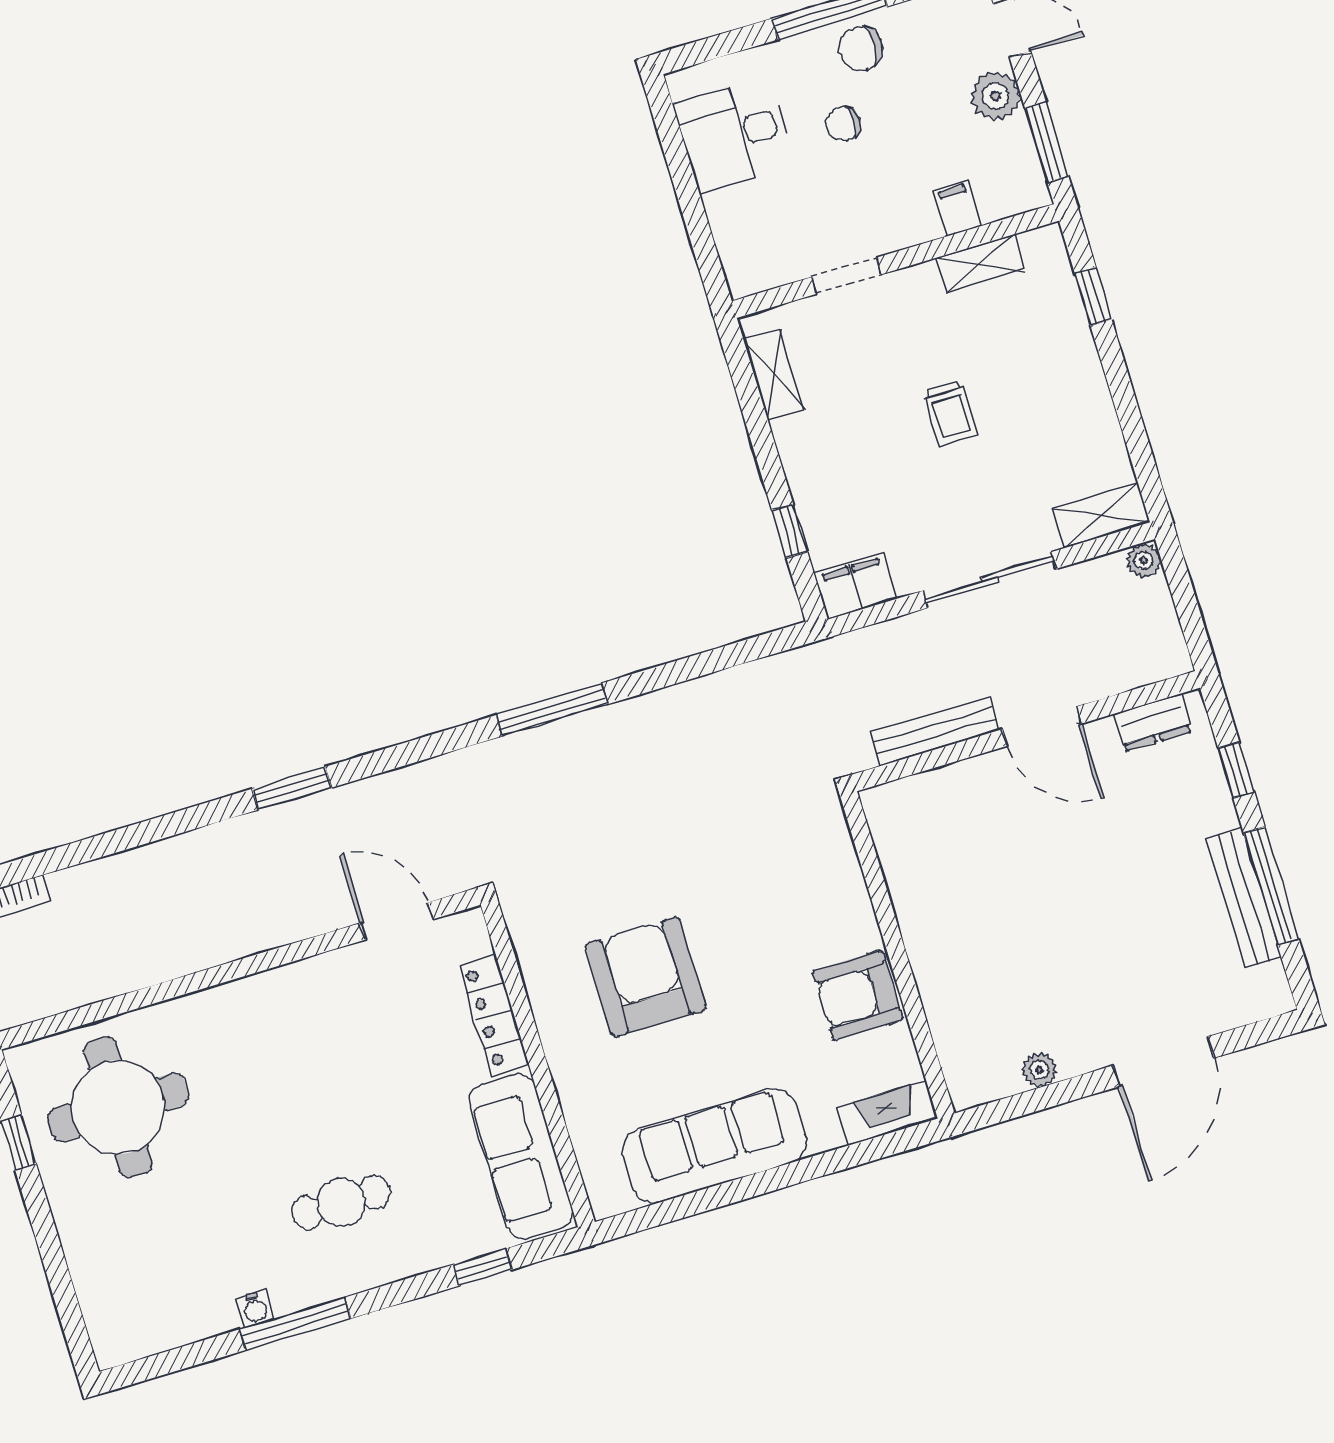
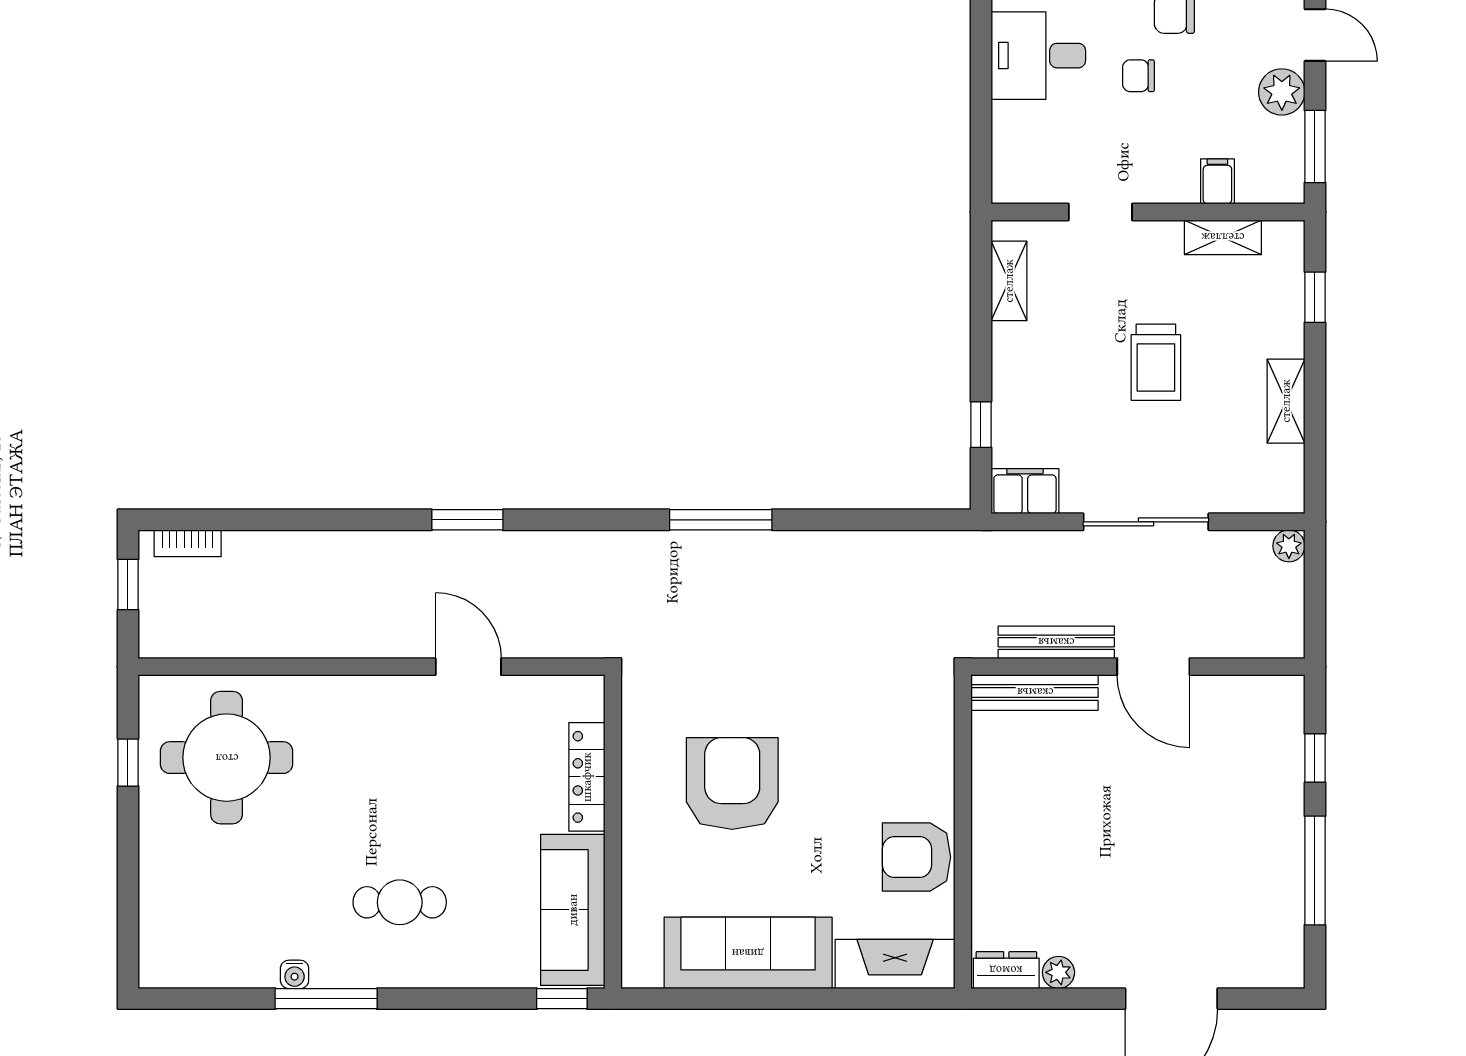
trolley: (950, 413) -> (1156, 362), width x1.36, depth x1.39
shelving: (1101, 516) -> (1286, 401), moved, turned 90
dresser: (1153, 723) -> (1006, 970), moved, turned 180
bench: (1244, 898) -> (1035, 692), moved, turned 90
door: (397, 921) -> (468, 667), moved
fireplace: (887, 1113) -> (895, 964), width x1.37, depth x1.32
window: (483, 1267) -> (562, 999), moved

